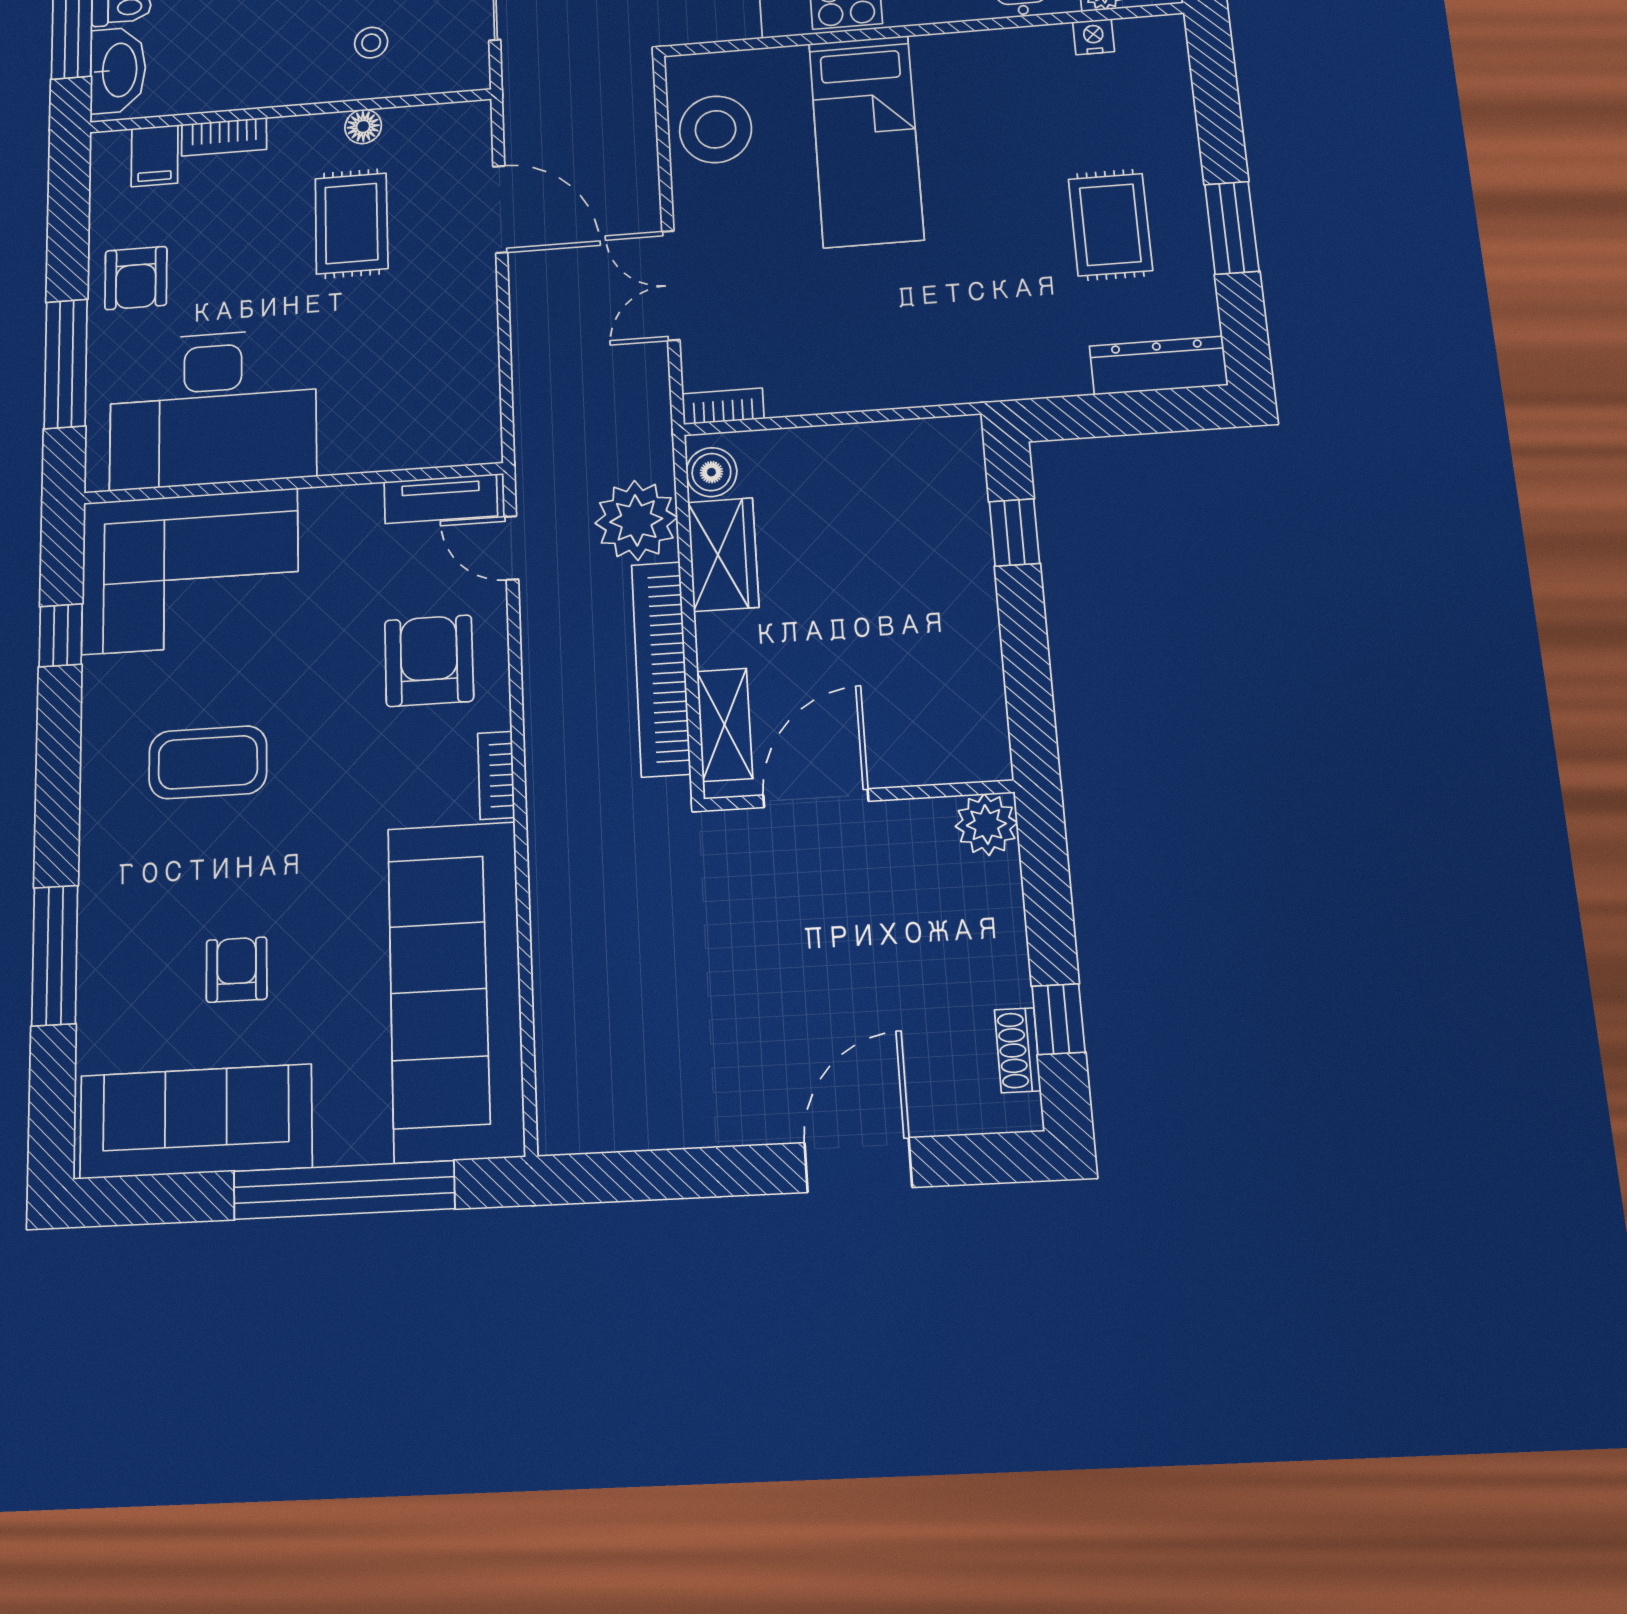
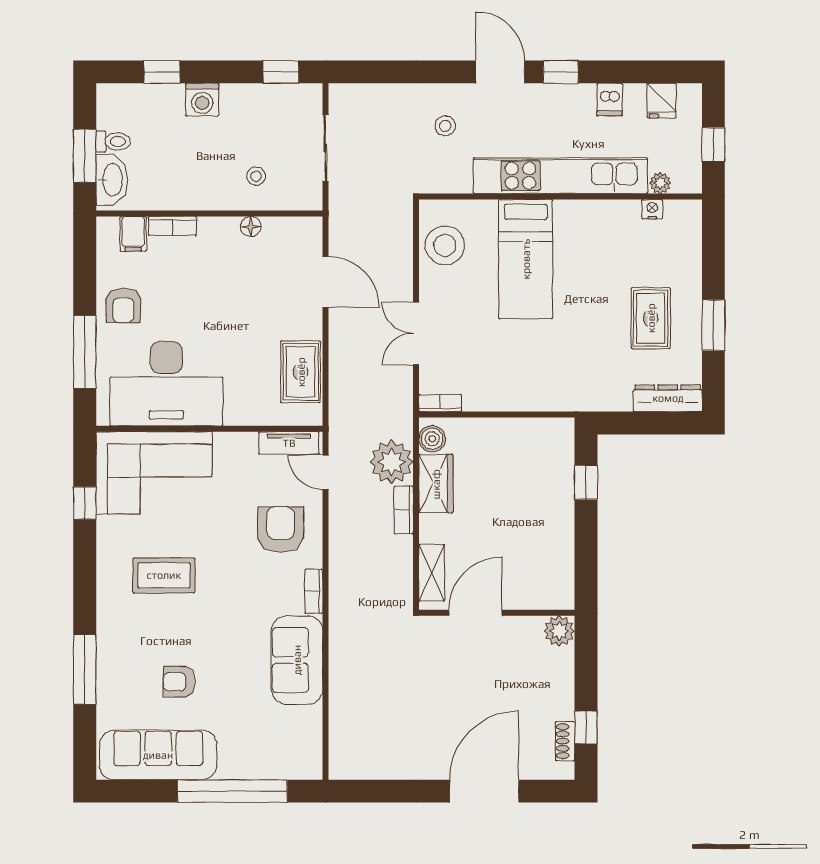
rug: (351, 223) -> (301, 372), moved
bookcase: (661, 669) -> (404, 510), width x0.43, depth x0.76
armchair: (237, 970) -> (179, 682), turned -90
sofa: (455, 990) -> (297, 660), width x0.54, depth x0.79
door: (858, 1165) -> (484, 791), width x1.36

